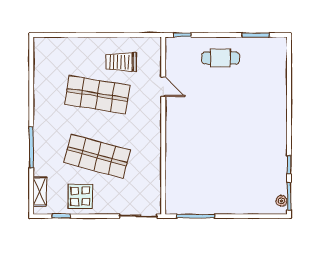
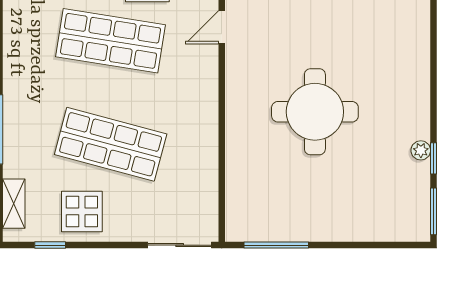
door: (163, 87) -> (222, 27), swing flipped
round table: (219, 137) -> (315, 112), added
plant: (281, 201) -> (421, 150), moved

